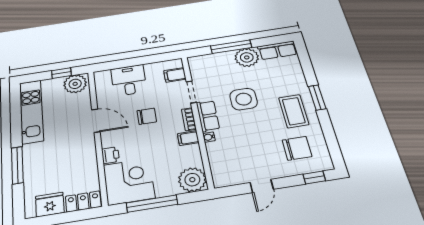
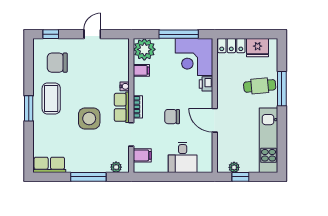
plant: (247, 57) -> (116, 167), moved, width x0.53, depth x0.53
plant: (75, 84) -> (234, 167), width x0.53, depth x0.53
filing cabinet: (188, 138) -> (141, 70), moved
cafe table: (45, 164) -> (260, 86), added

